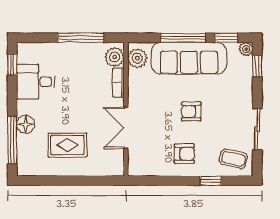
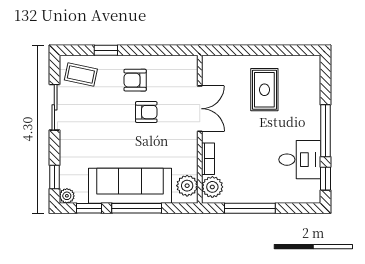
armchair: (191, 112) -> (146, 112), moved
floor lamp: (26, 124) -> (311, 113), removed
window: (12, 140) -> (325, 131), moved
rug: (67, 145) -> (264, 90), turned 90

